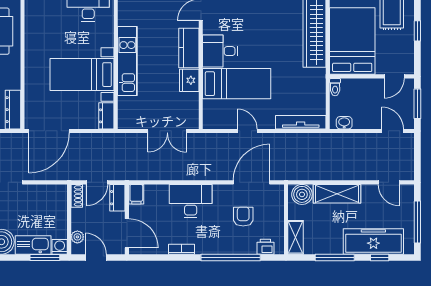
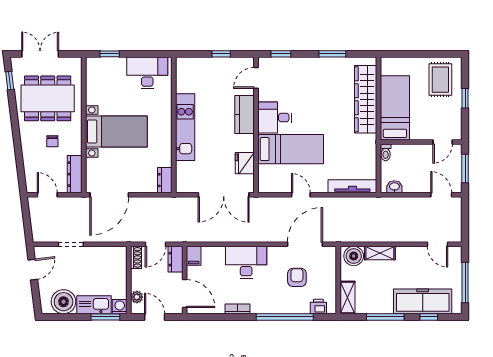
bed: (352, 41) -> (395, 108), width x0.67
bed with nightstands: (82, 75) -> (116, 131), moved, turned 180
fridge: (189, 80) -> (245, 163), moved
double door: (167, 131) -> (224, 195), width x1.37
shelving: (337, 194) -> (380, 253), width x0.67, depth x0.75

